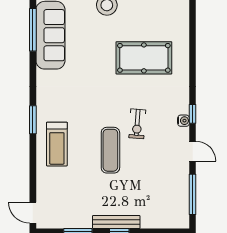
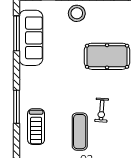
window: (33, 120) -> (16, 107), width x1.44

